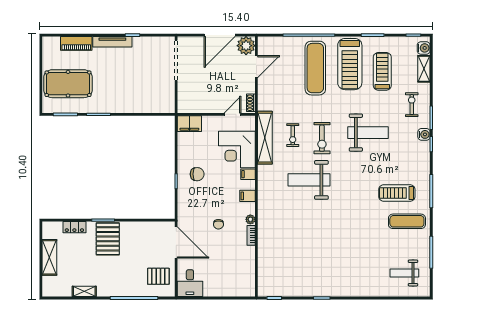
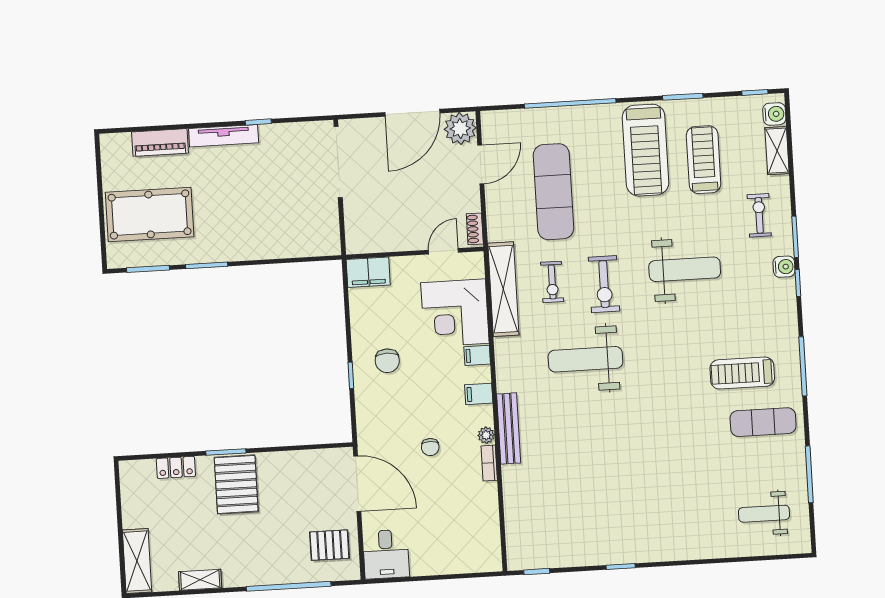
exercise mat: (315, 68) -> (553, 192), moved
chair: (197, 174) -> (387, 361), turned 90
bench: (263, 216) -> (509, 428), added
shelving: (49, 257) -> (137, 561), moved

